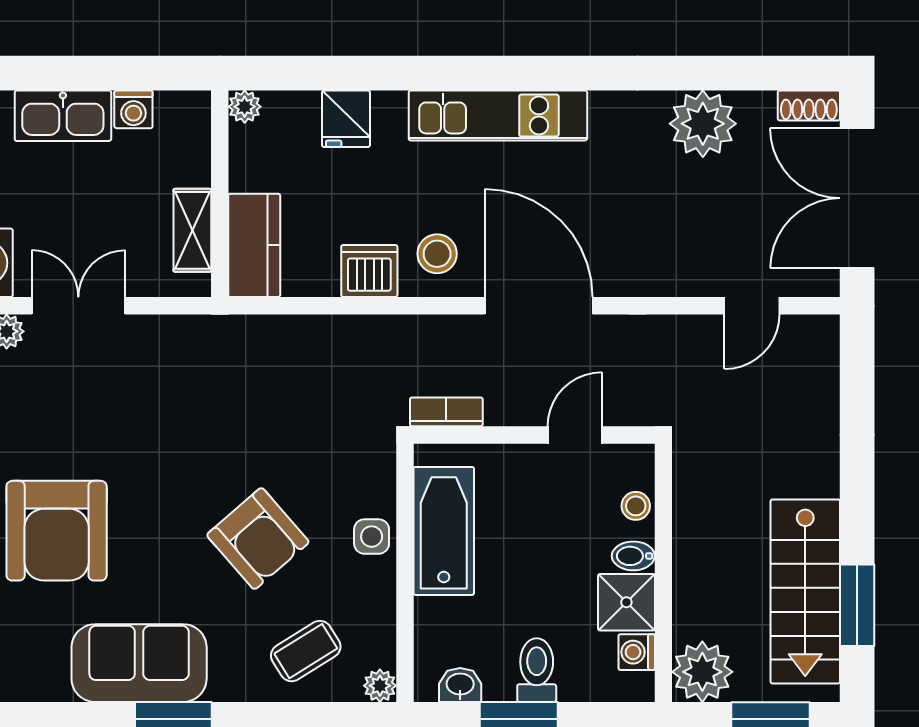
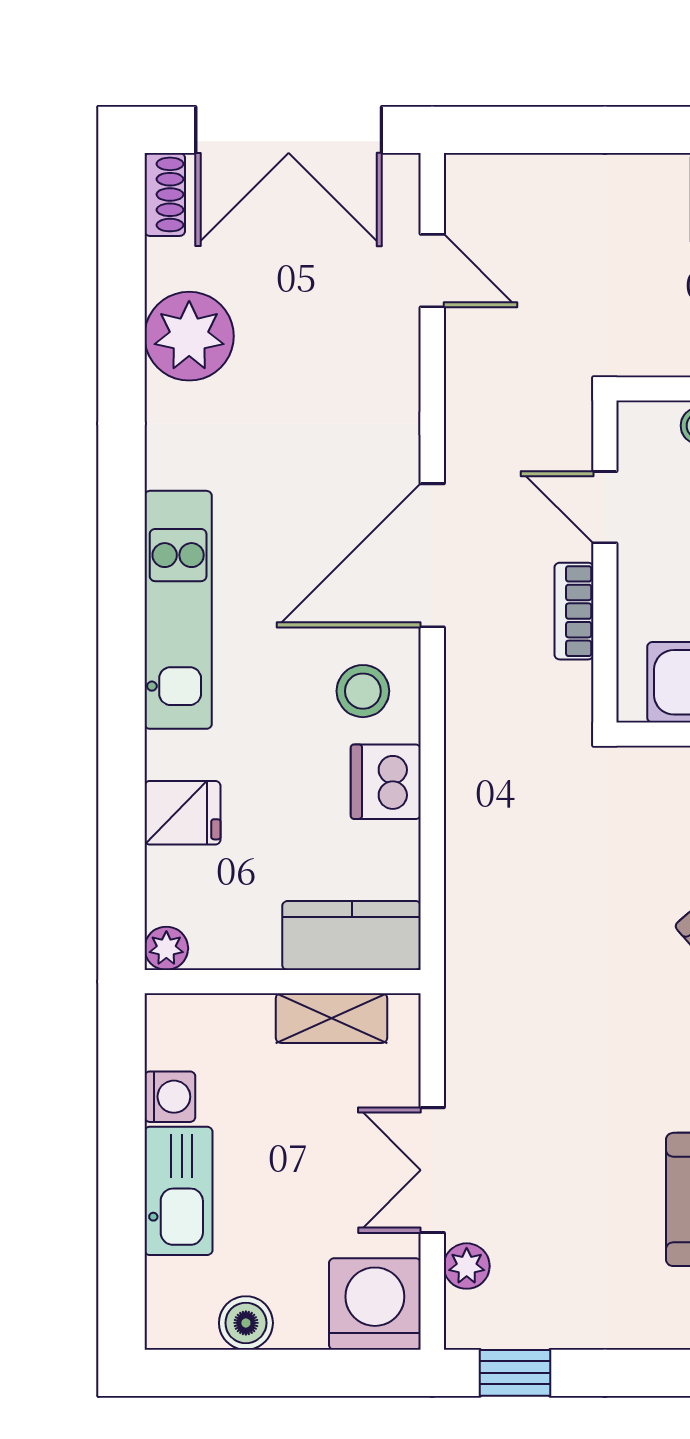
bookcase: (446, 412) -> (574, 611), moved

